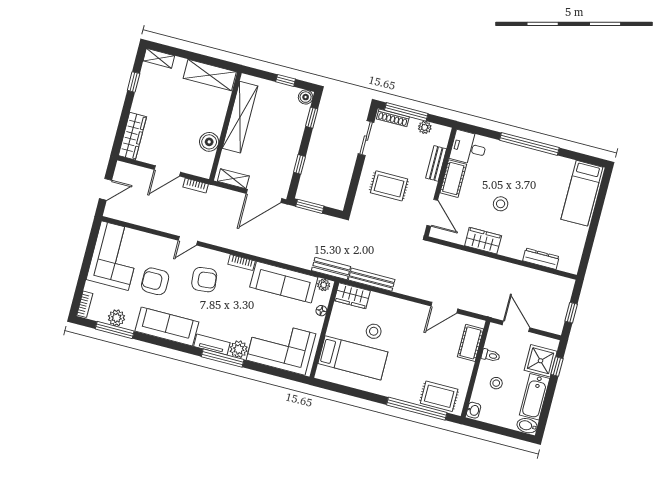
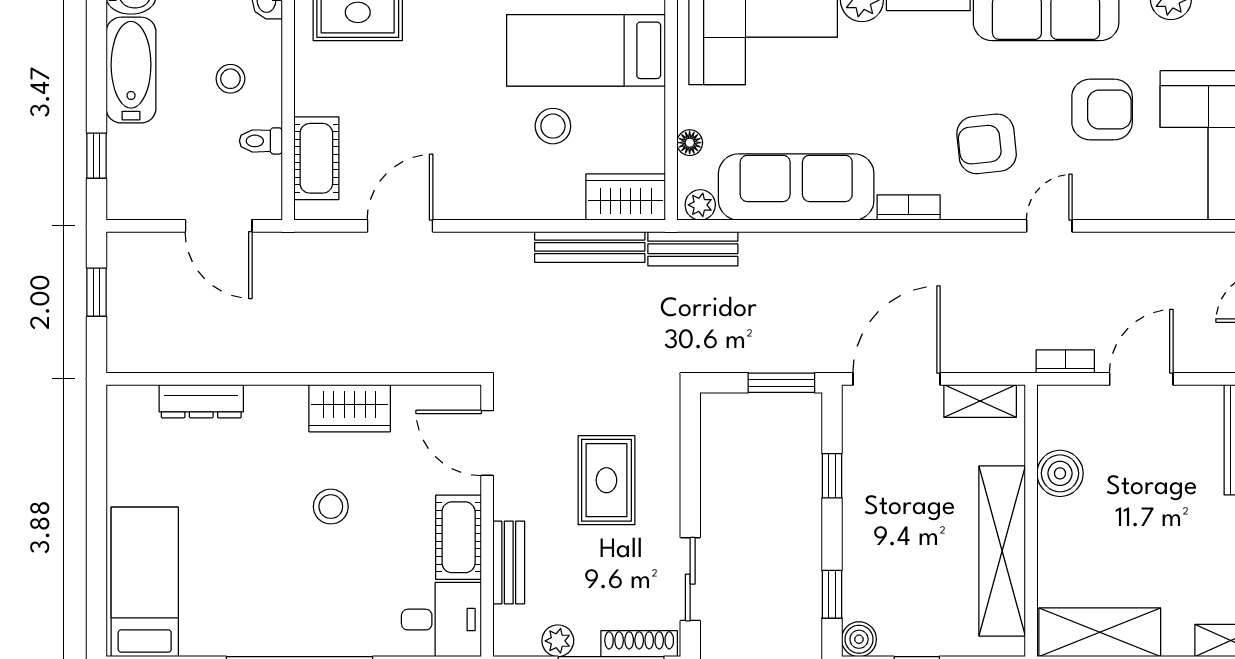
rug: (389, 186) -> (606, 480), turned 90
shower: (541, 361) -> (139, 159), removed

